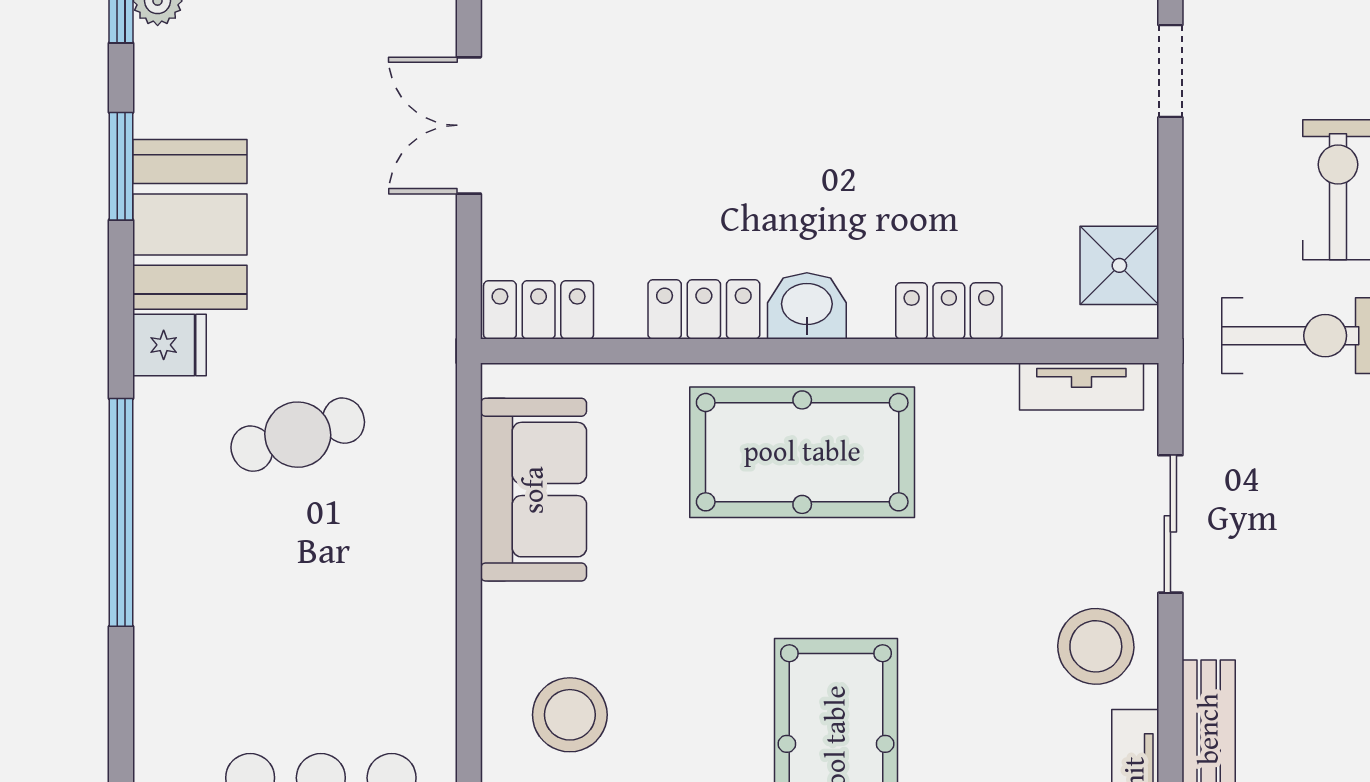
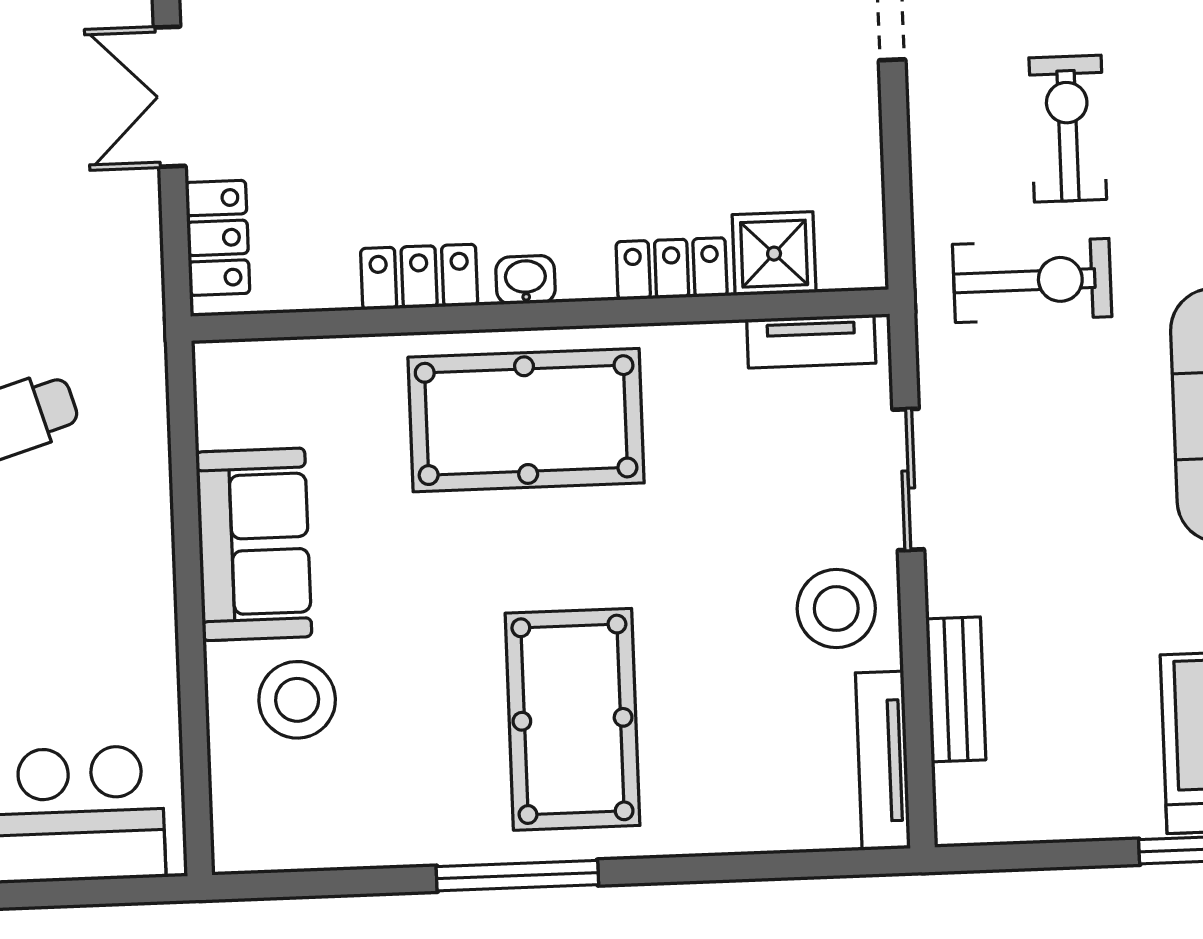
shower: (1119, 265) -> (774, 254), moved
washbasin: (807, 306) -> (526, 280), width x0.72, depth x0.69
locker: (539, 310) -> (218, 238), moved, turned 90
sofa: (534, 490) -> (254, 544), moved

